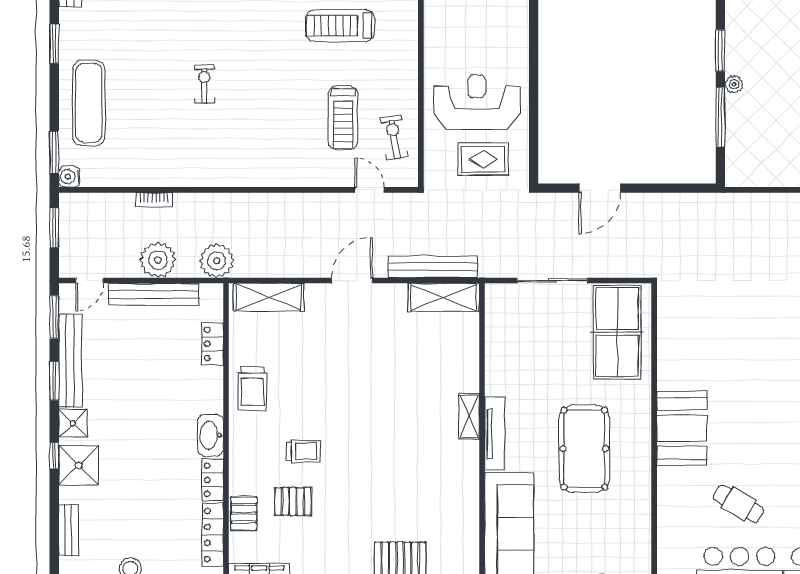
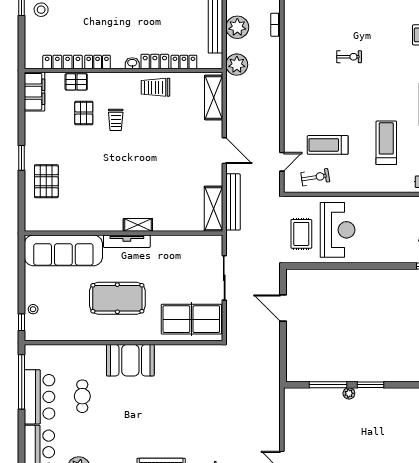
locker: (212, 390) -> (155, 61), added
washbasin: (210, 435) -> (132, 63), width x0.52, depth x0.69
cafe table: (738, 504) -> (82, 396), turned -30

